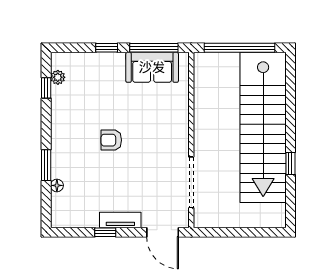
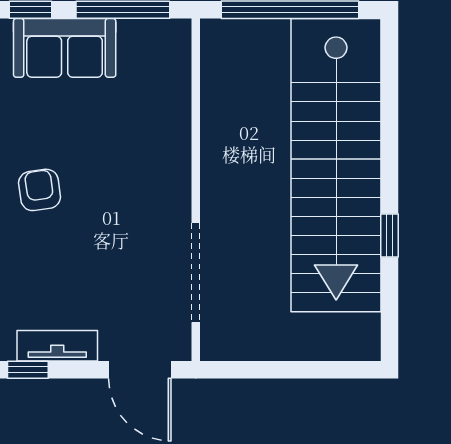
sofa: (152, 67) -> (65, 48), moved
armchair: (111, 140) -> (40, 190), turned 82

